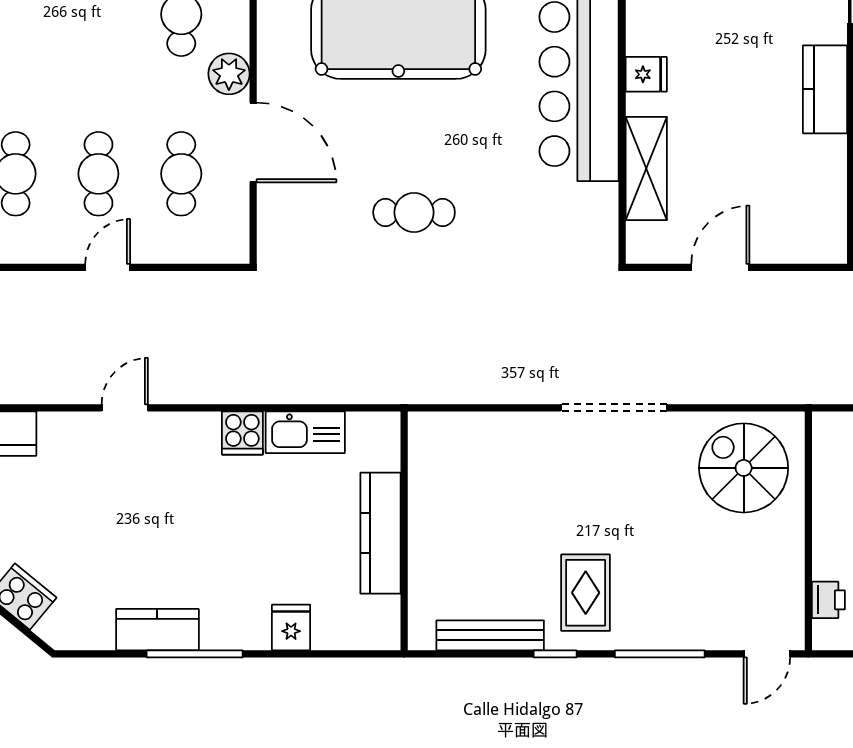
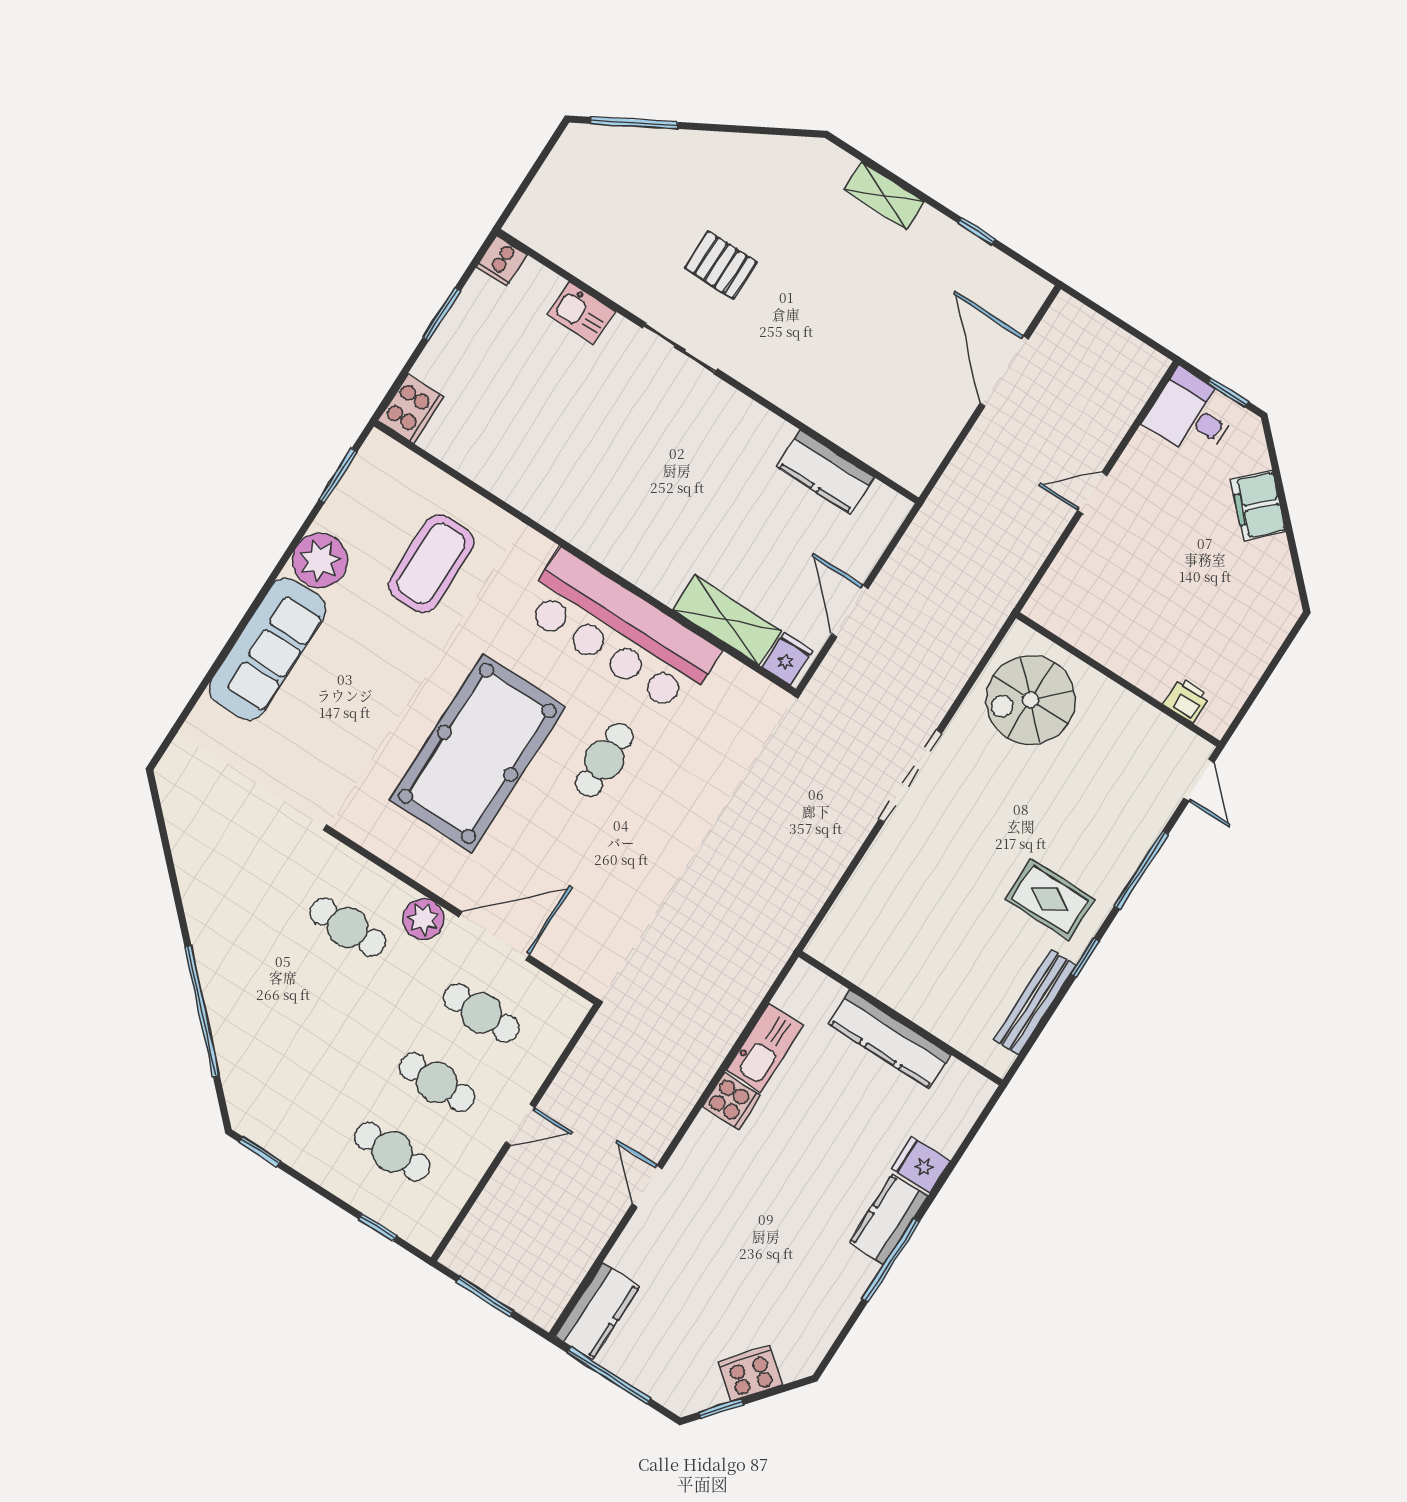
fridge: (646, 74) -> (787, 659), moved
kitchen counter: (825, 89) -> (825, 472), moved
cafe table: (414, 212) -> (604, 760), moved
door: (108, 267) -> (520, 1125), swing flipped
kitchen counter: (157, 630) -> (888, 1219), moved

